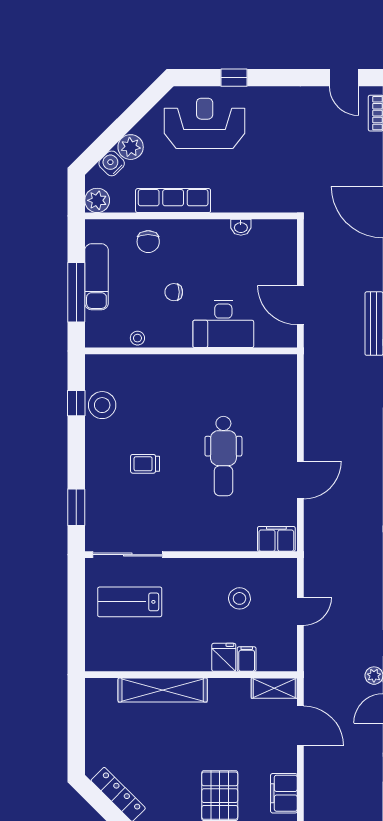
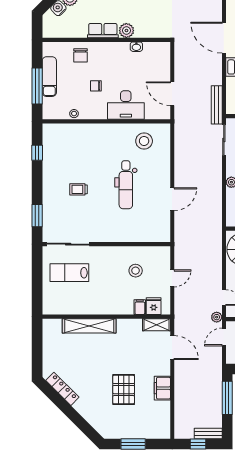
plant: (97, 200) -> (126, 31), moved
row of seats: (173, 201) -> (103, 31), width x0.68
stool: (102, 405) -> (144, 141), moved
filing cabinet: (276, 539) -> (158, 235), removed
fridge: (224, 657) -> (154, 306), moved

